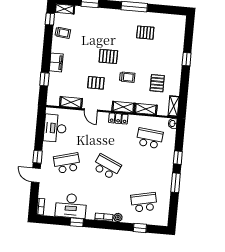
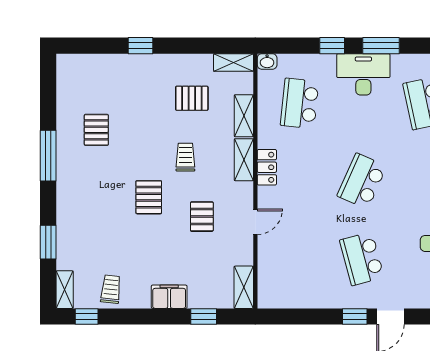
shelving: (71, 102) -> (244, 287), moved
desk: (55, 128) -> (363, 74), moved, turned 180

